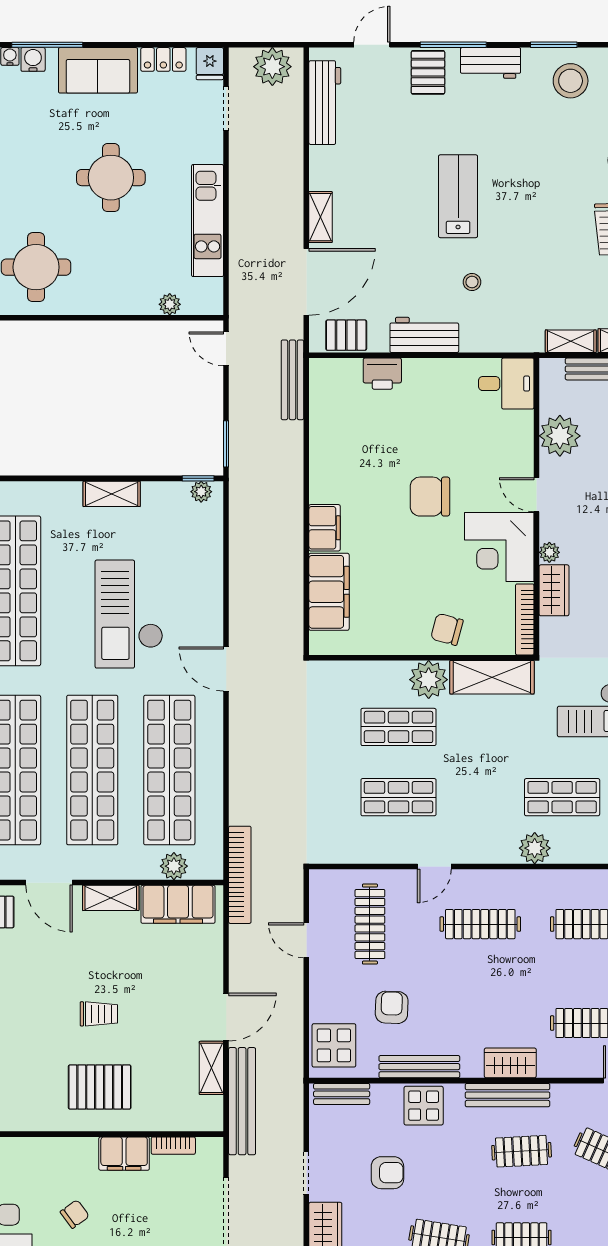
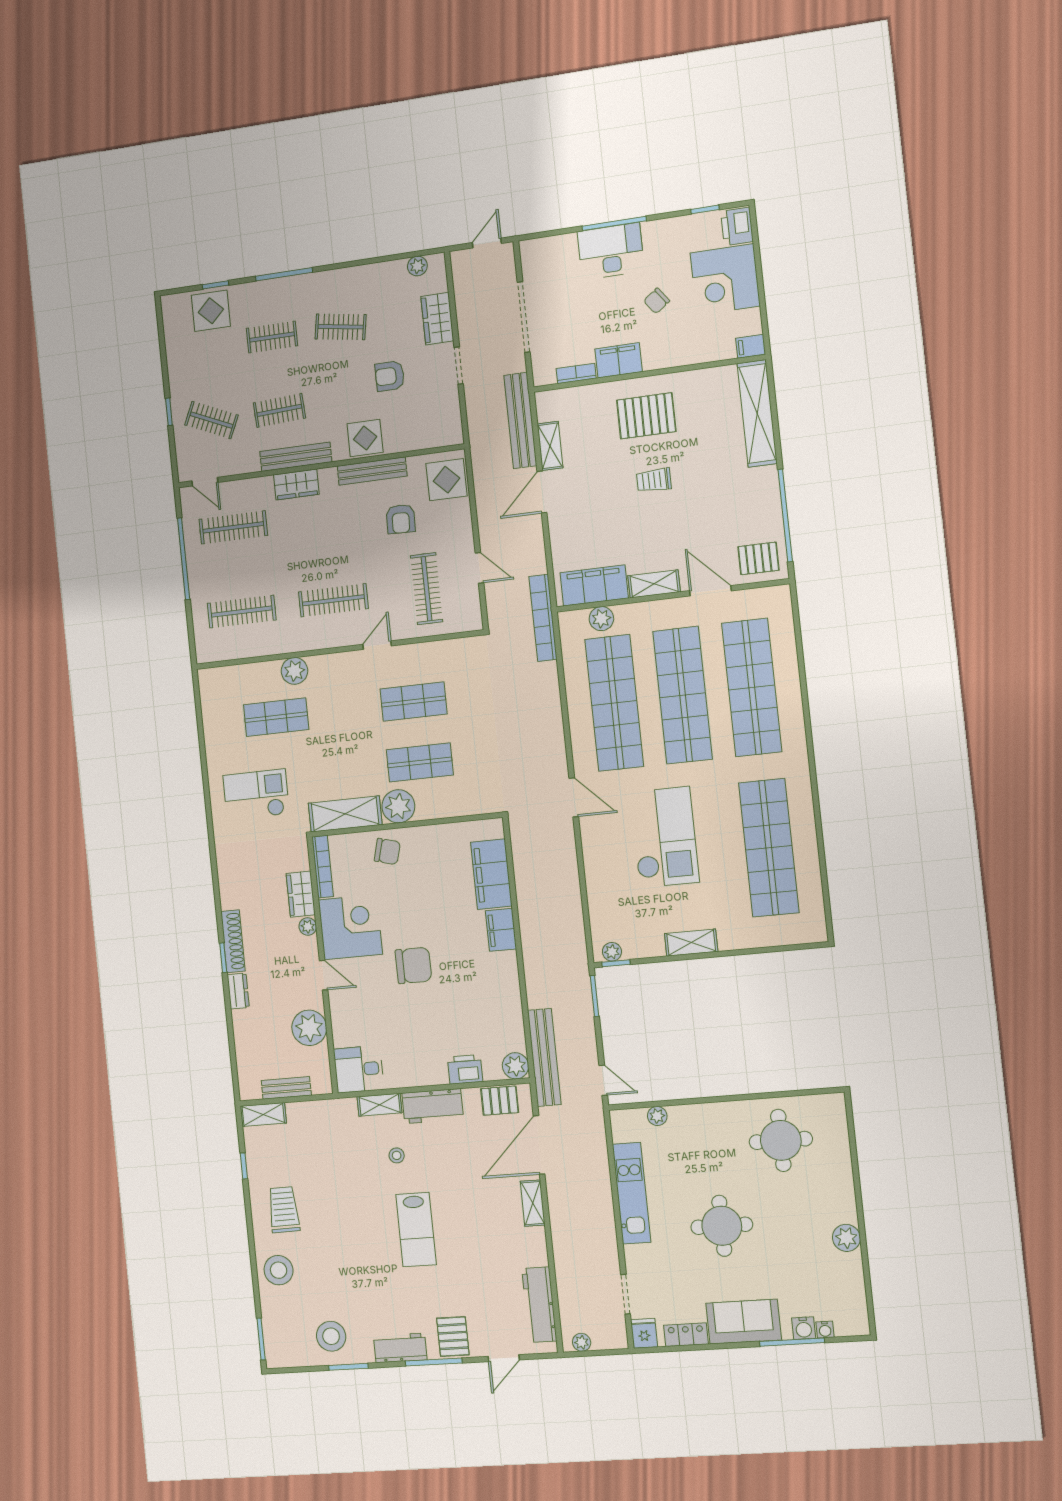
plant: (272, 67) -> (582, 1342), width x0.53, depth x0.53
shelving: (571, 341) -> (380, 1105), moved
plant: (324, 373) -> (515, 1066), added
bench: (292, 380) -> (544, 1057), width x1.37, depth x1.21
bench: (342, 1094) -> (436, 439), removed

